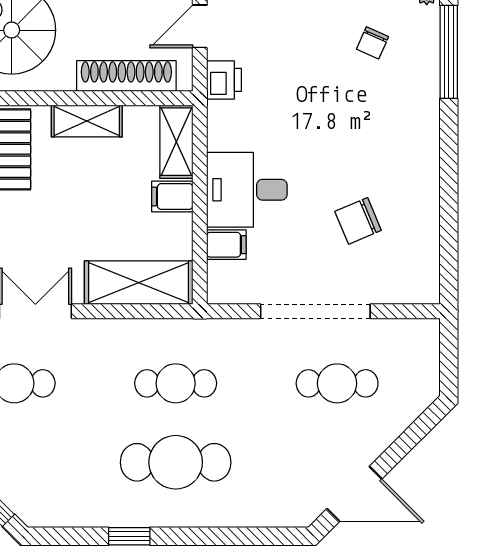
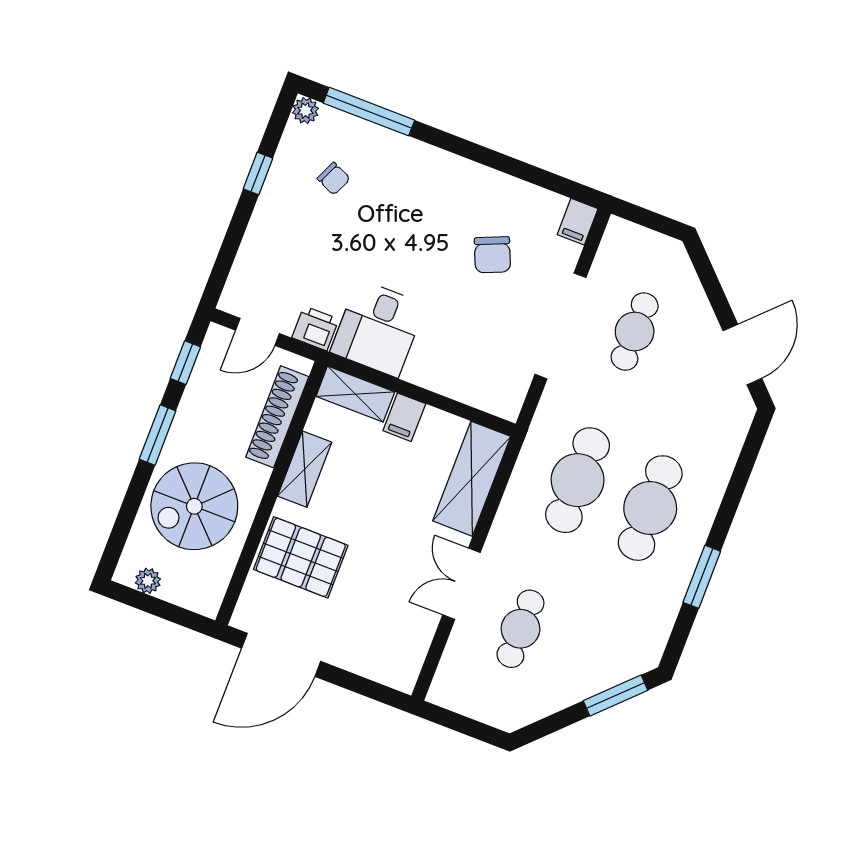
door: (200, 26) -> (257, 332), hinge flipped
desk: (247, 190) -> (378, 328), moved
filing cabinet: (226, 245) -> (578, 222), moved, turned 180
cafe table: (176, 383) -> (578, 480), width x1.37, depth x1.35
window: (129, 536) -> (702, 577), width x1.50

